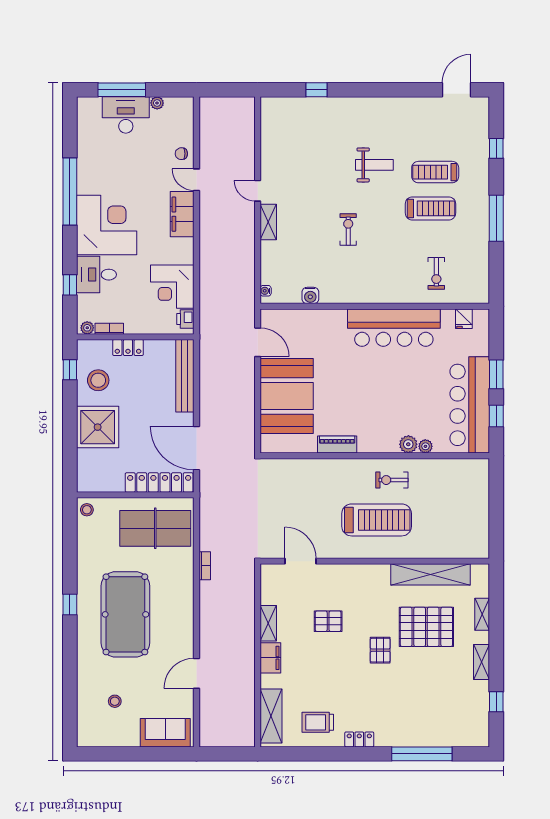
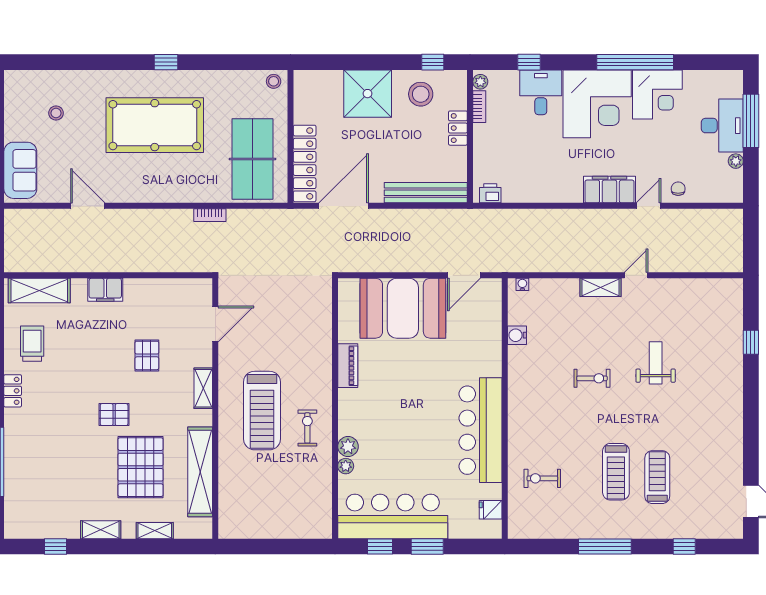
weight bench: (374, 165) -> (656, 363), moved, turned 180
corner desk: (172, 287) -> (657, 94), moved, turned 180
shelving: (268, 623) -> (203, 388), moved, turned 90

